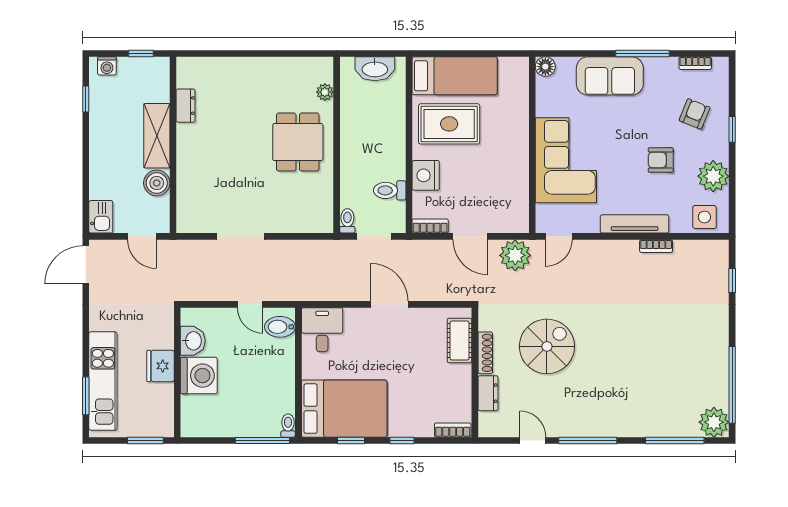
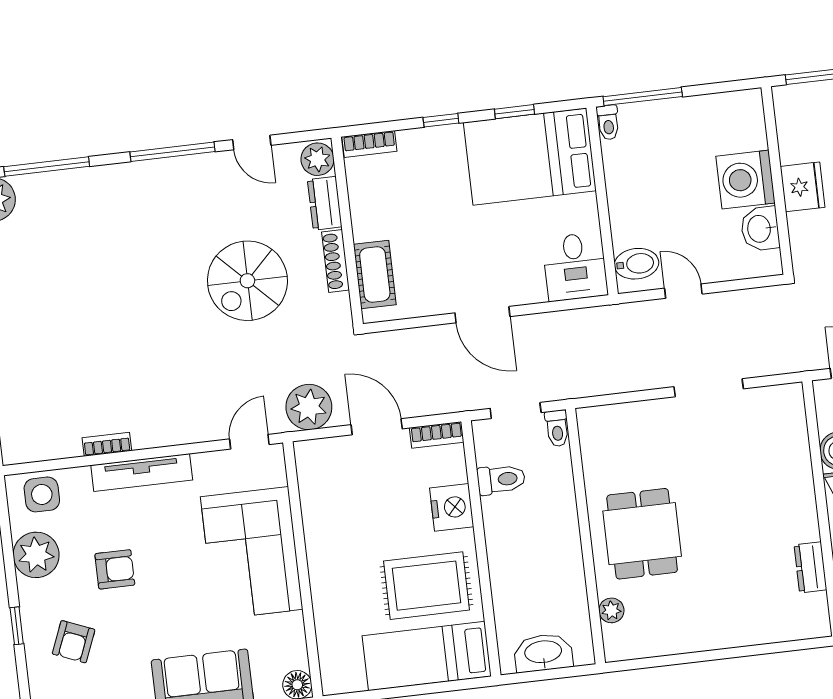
plant: (489, 424) -> (318, 159), added

